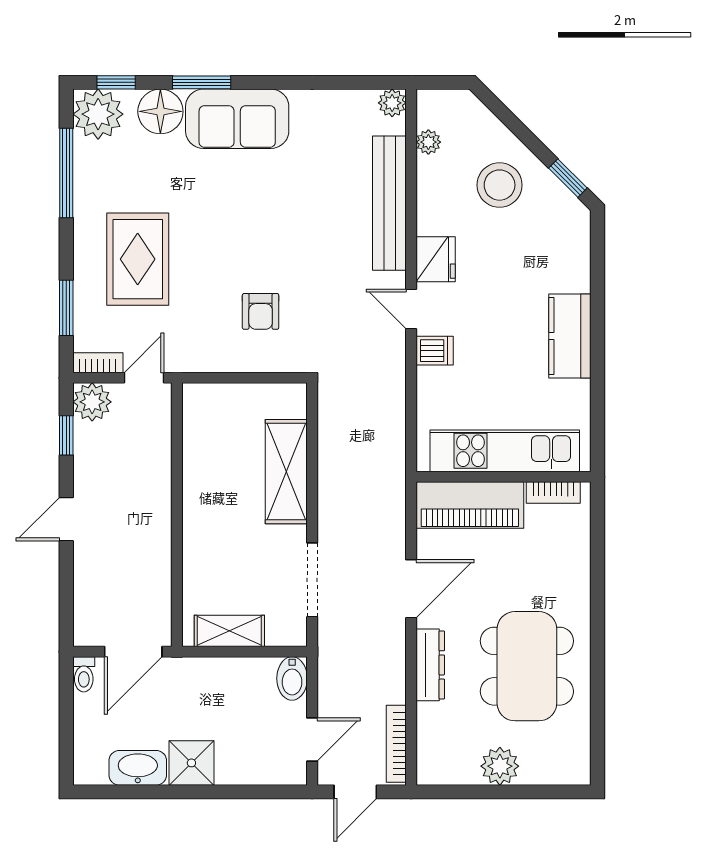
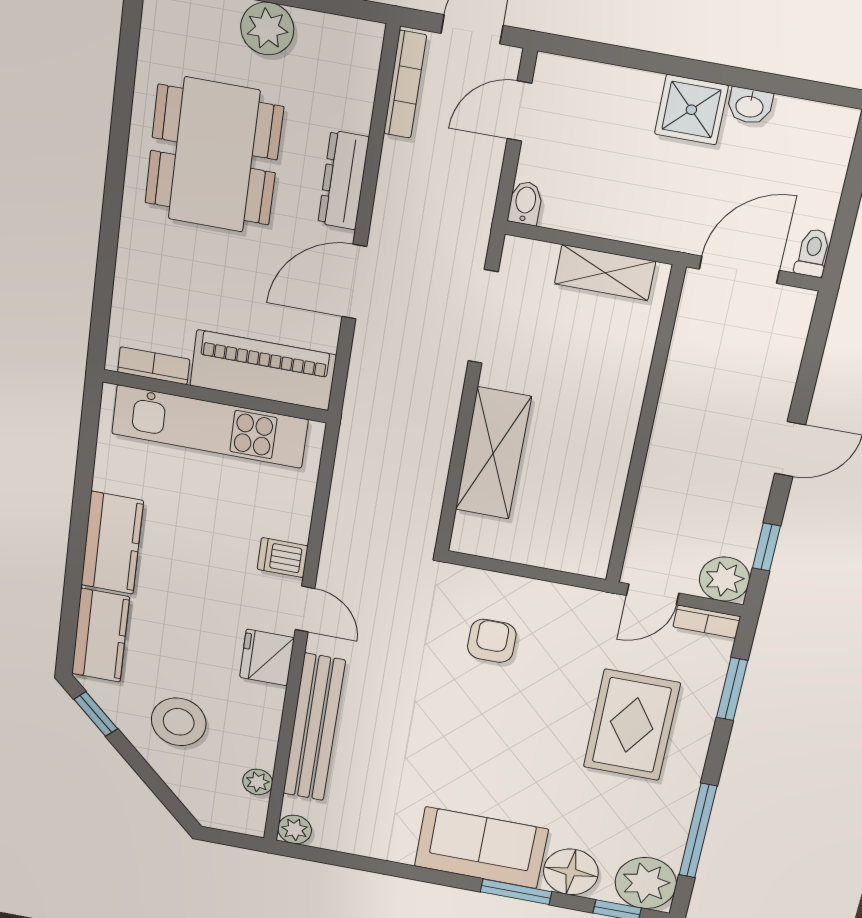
kitchen counter: (571, 252) -> (100, 635), added
bidet: (292, 678) -> (525, 203), width x0.72, depth x0.74
washbasin: (138, 768) -> (750, 106), width x0.52, depth x0.69

